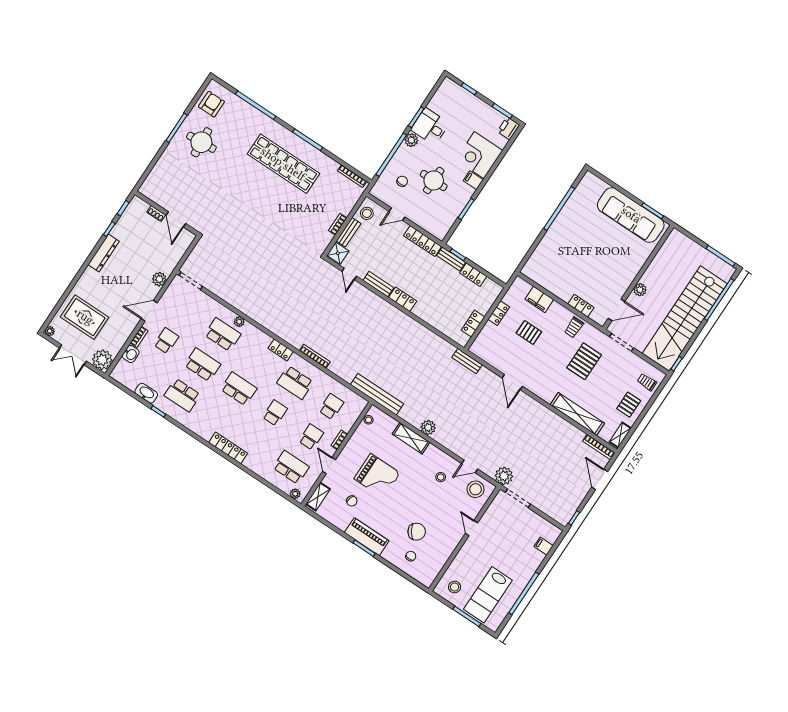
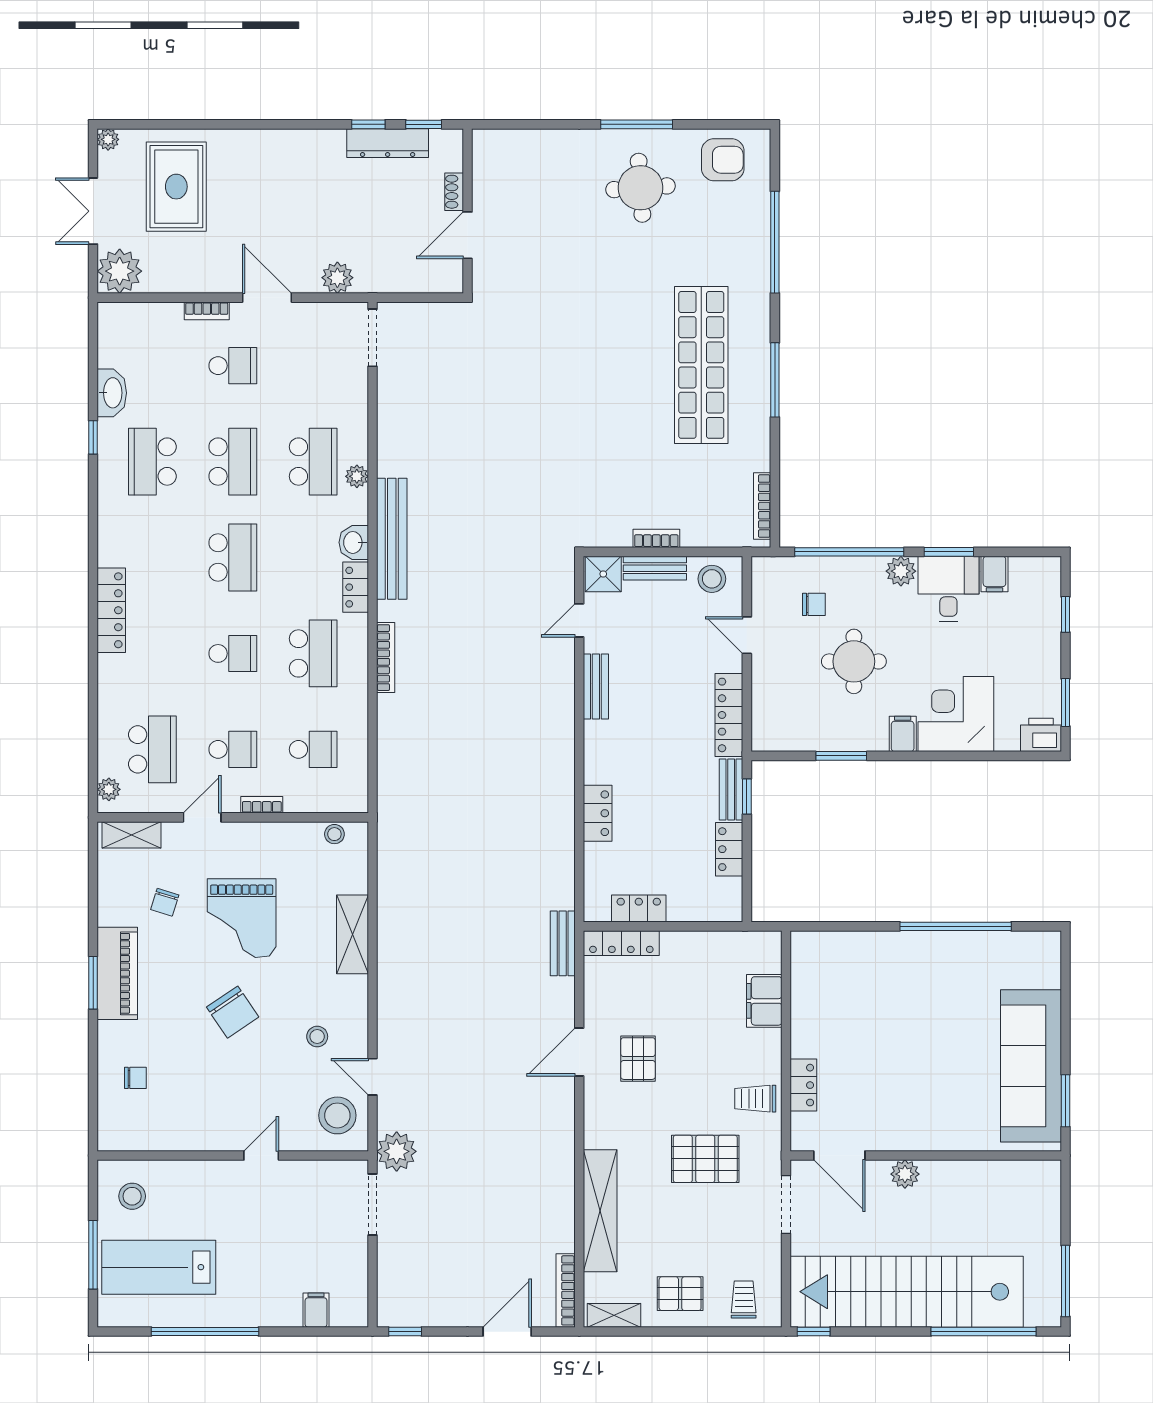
filing cabinet: (436, 105) -> (994, 574), added
dresser: (104, 253) -> (388, 143), moved
locker: (403, 299) -> (598, 813), moved
locker: (499, 313) -> (621, 943), moved, width x1.53
pallet: (529, 332) -> (638, 1059), moved
washbasin: (131, 354) -> (354, 542), moved, turned 90
school desk: (295, 383) -> (313, 653), turned 180
bench: (377, 394) -> (392, 539), moved
plant: (428, 427) -> (393, 953), removed
chair: (417, 532) -> (233, 1012), moved

